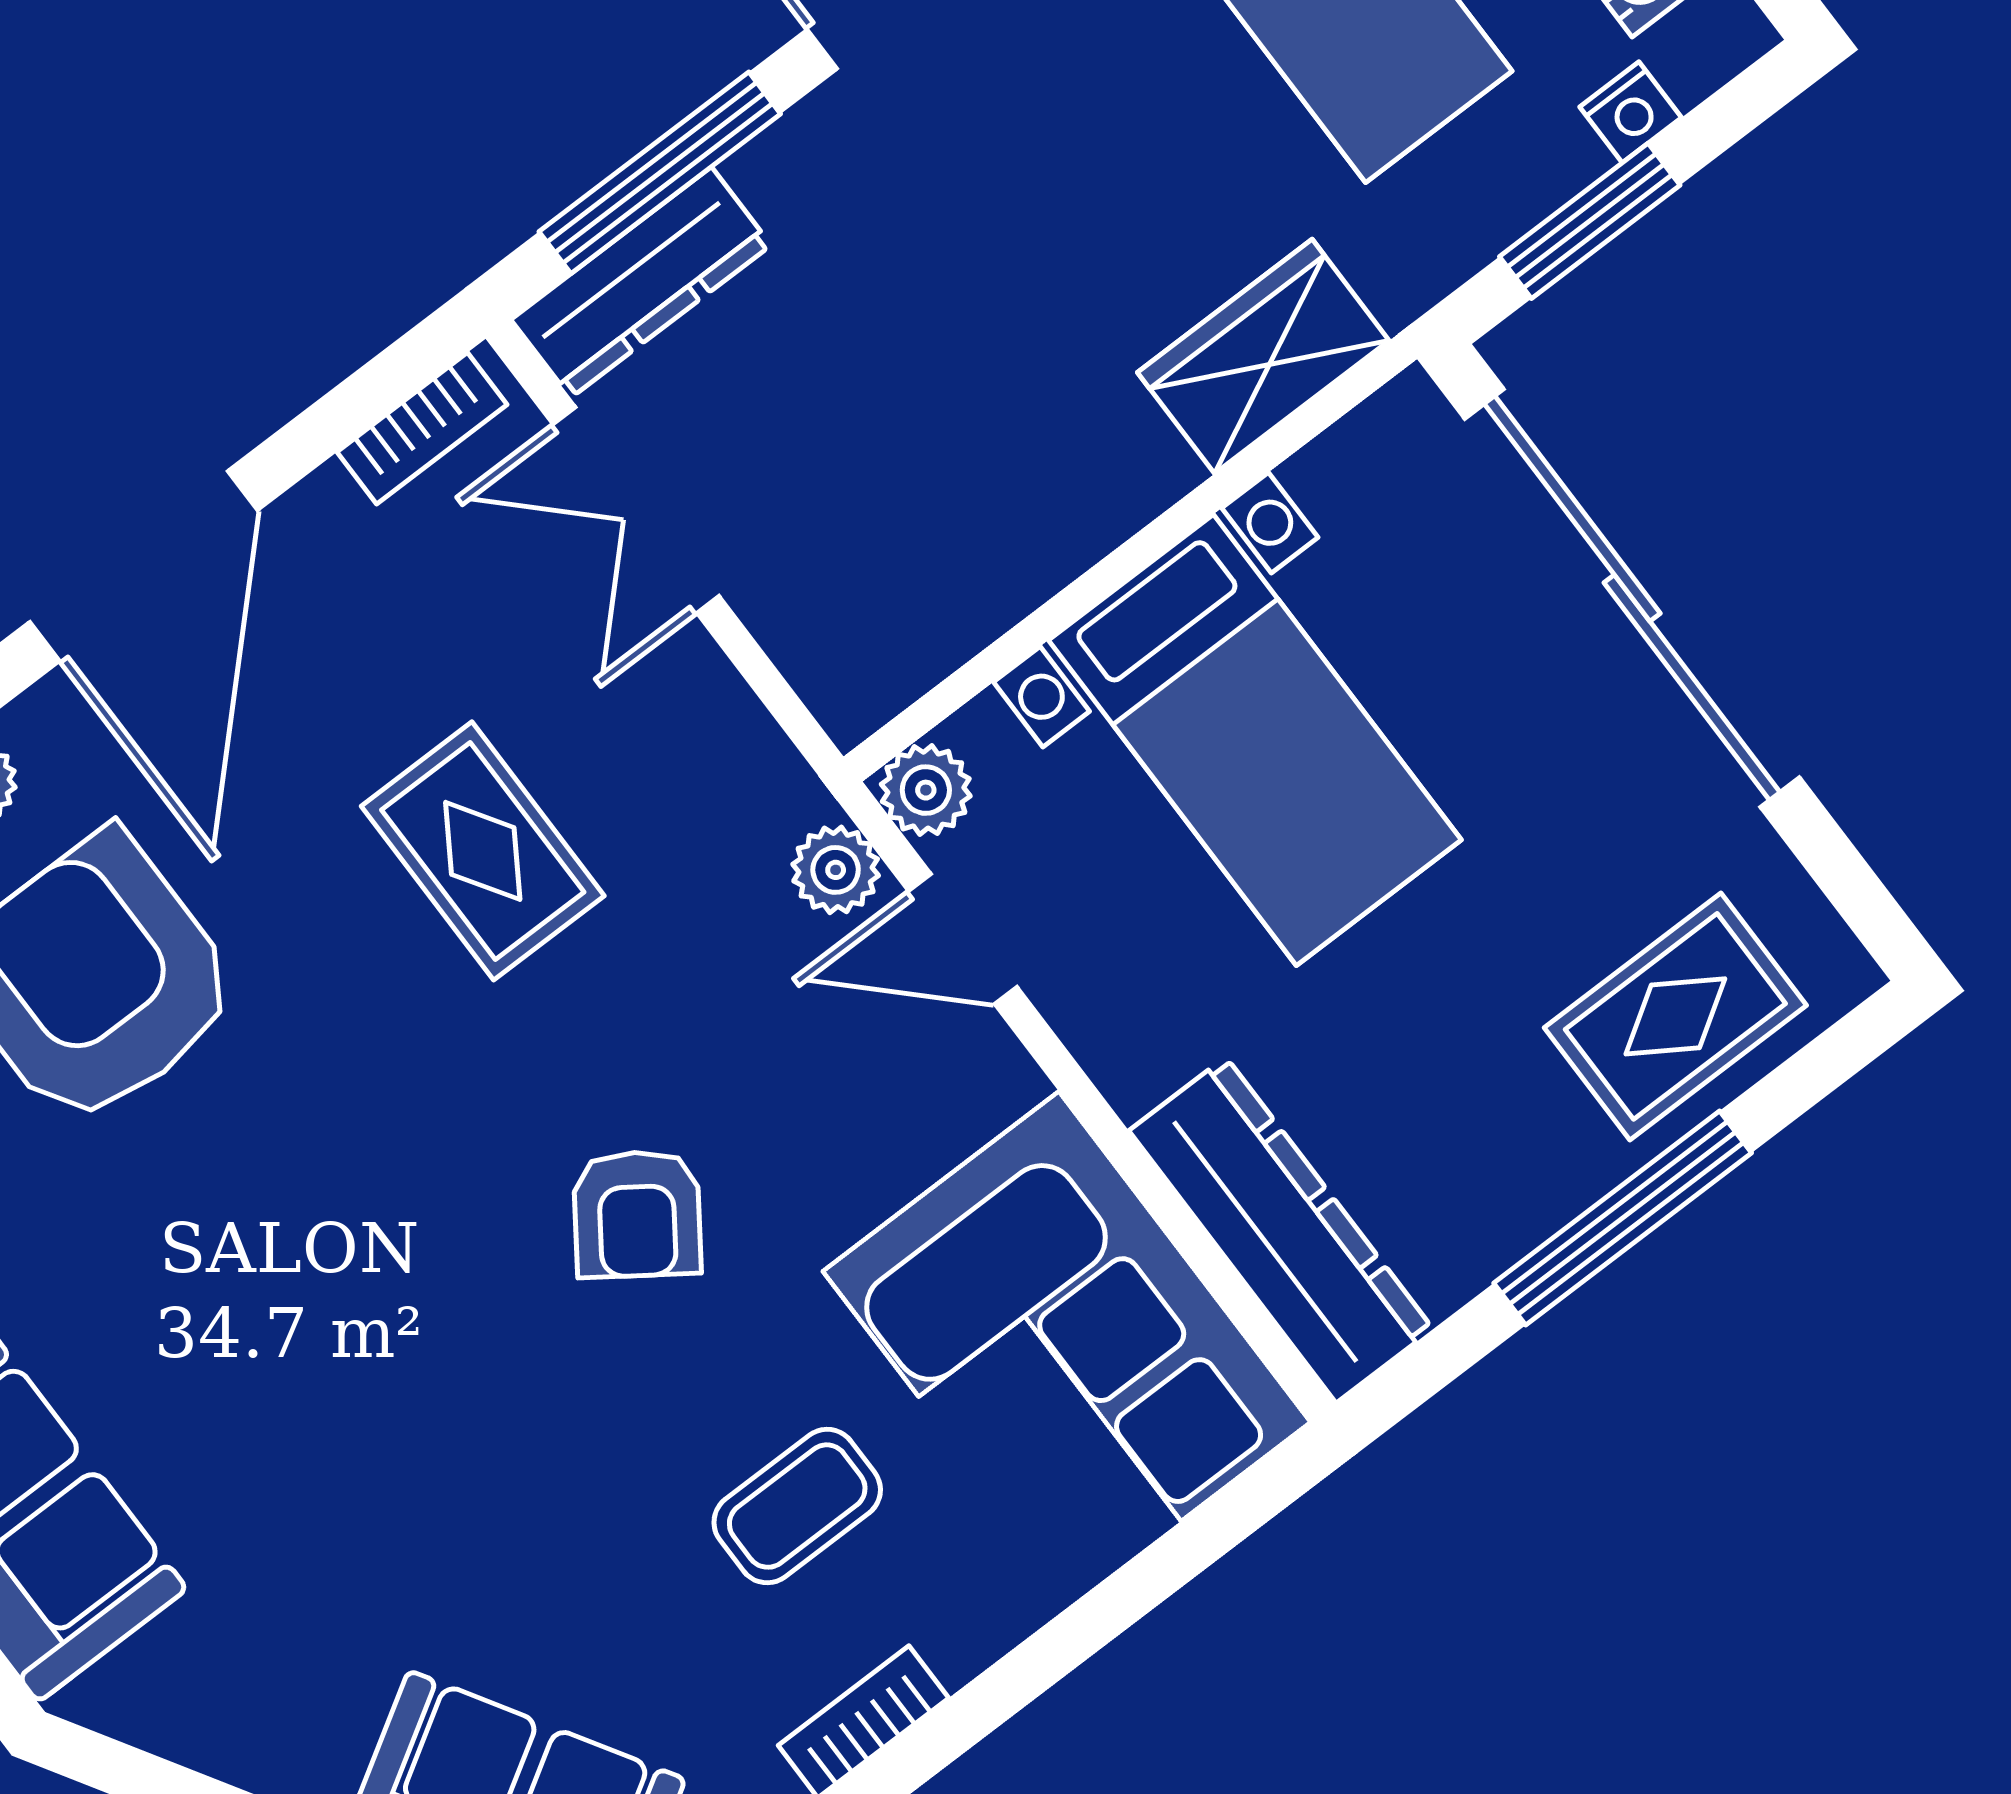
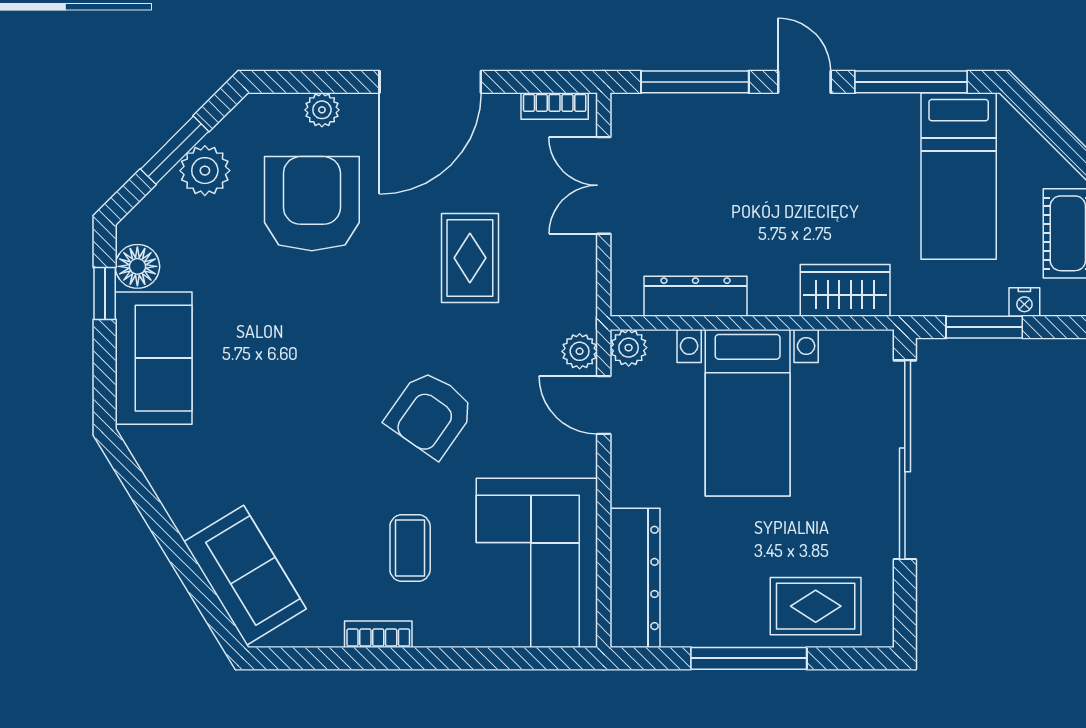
dresser: (641, 282) -> (695, 296), moved, turned 180
armchair: (637, 1214) -> (430, 414), width x1.38, depth x1.38
coffee table: (797, 1506) -> (410, 548), turned 90

